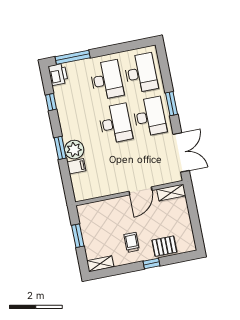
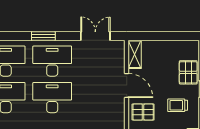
double door: (181, 152) -> (95, 36), width x0.73
pallet: (119, 211) -> (143, 112), added

